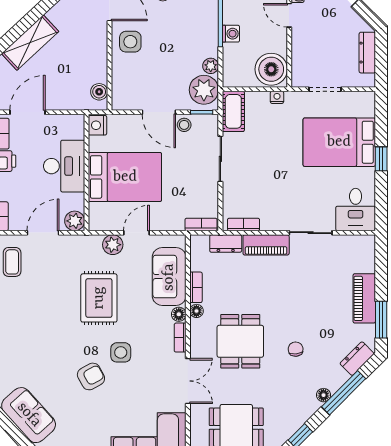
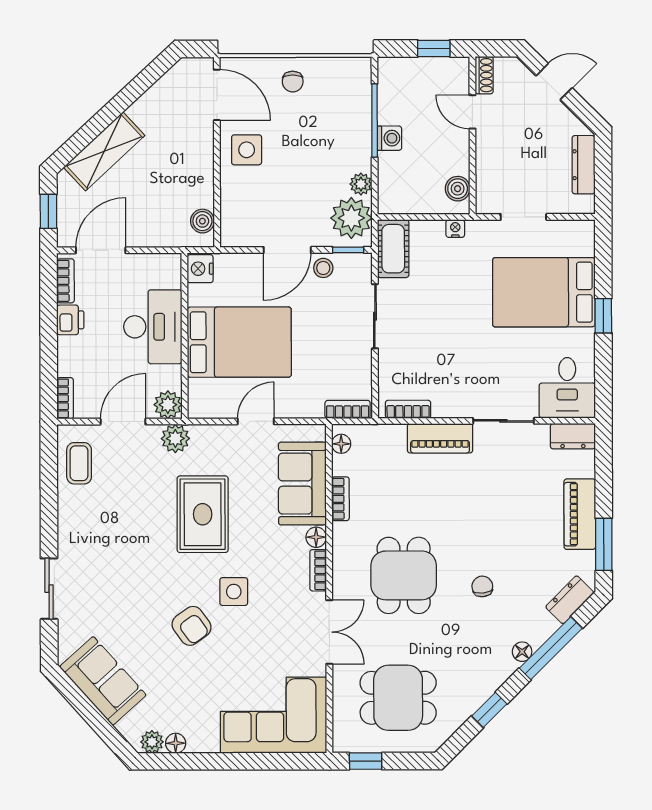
boiler: (271, 69) -> (458, 189), width x0.54, depth x0.54
door: (159, 112) -> (287, 250), hinge flipped
dresser: (226, 244) -> (573, 436), moved
plant: (113, 245) -> (175, 439), moved
floor lamp: (196, 311) -> (341, 444), moved
armchair: (91, 376) -> (192, 626), turned 83

